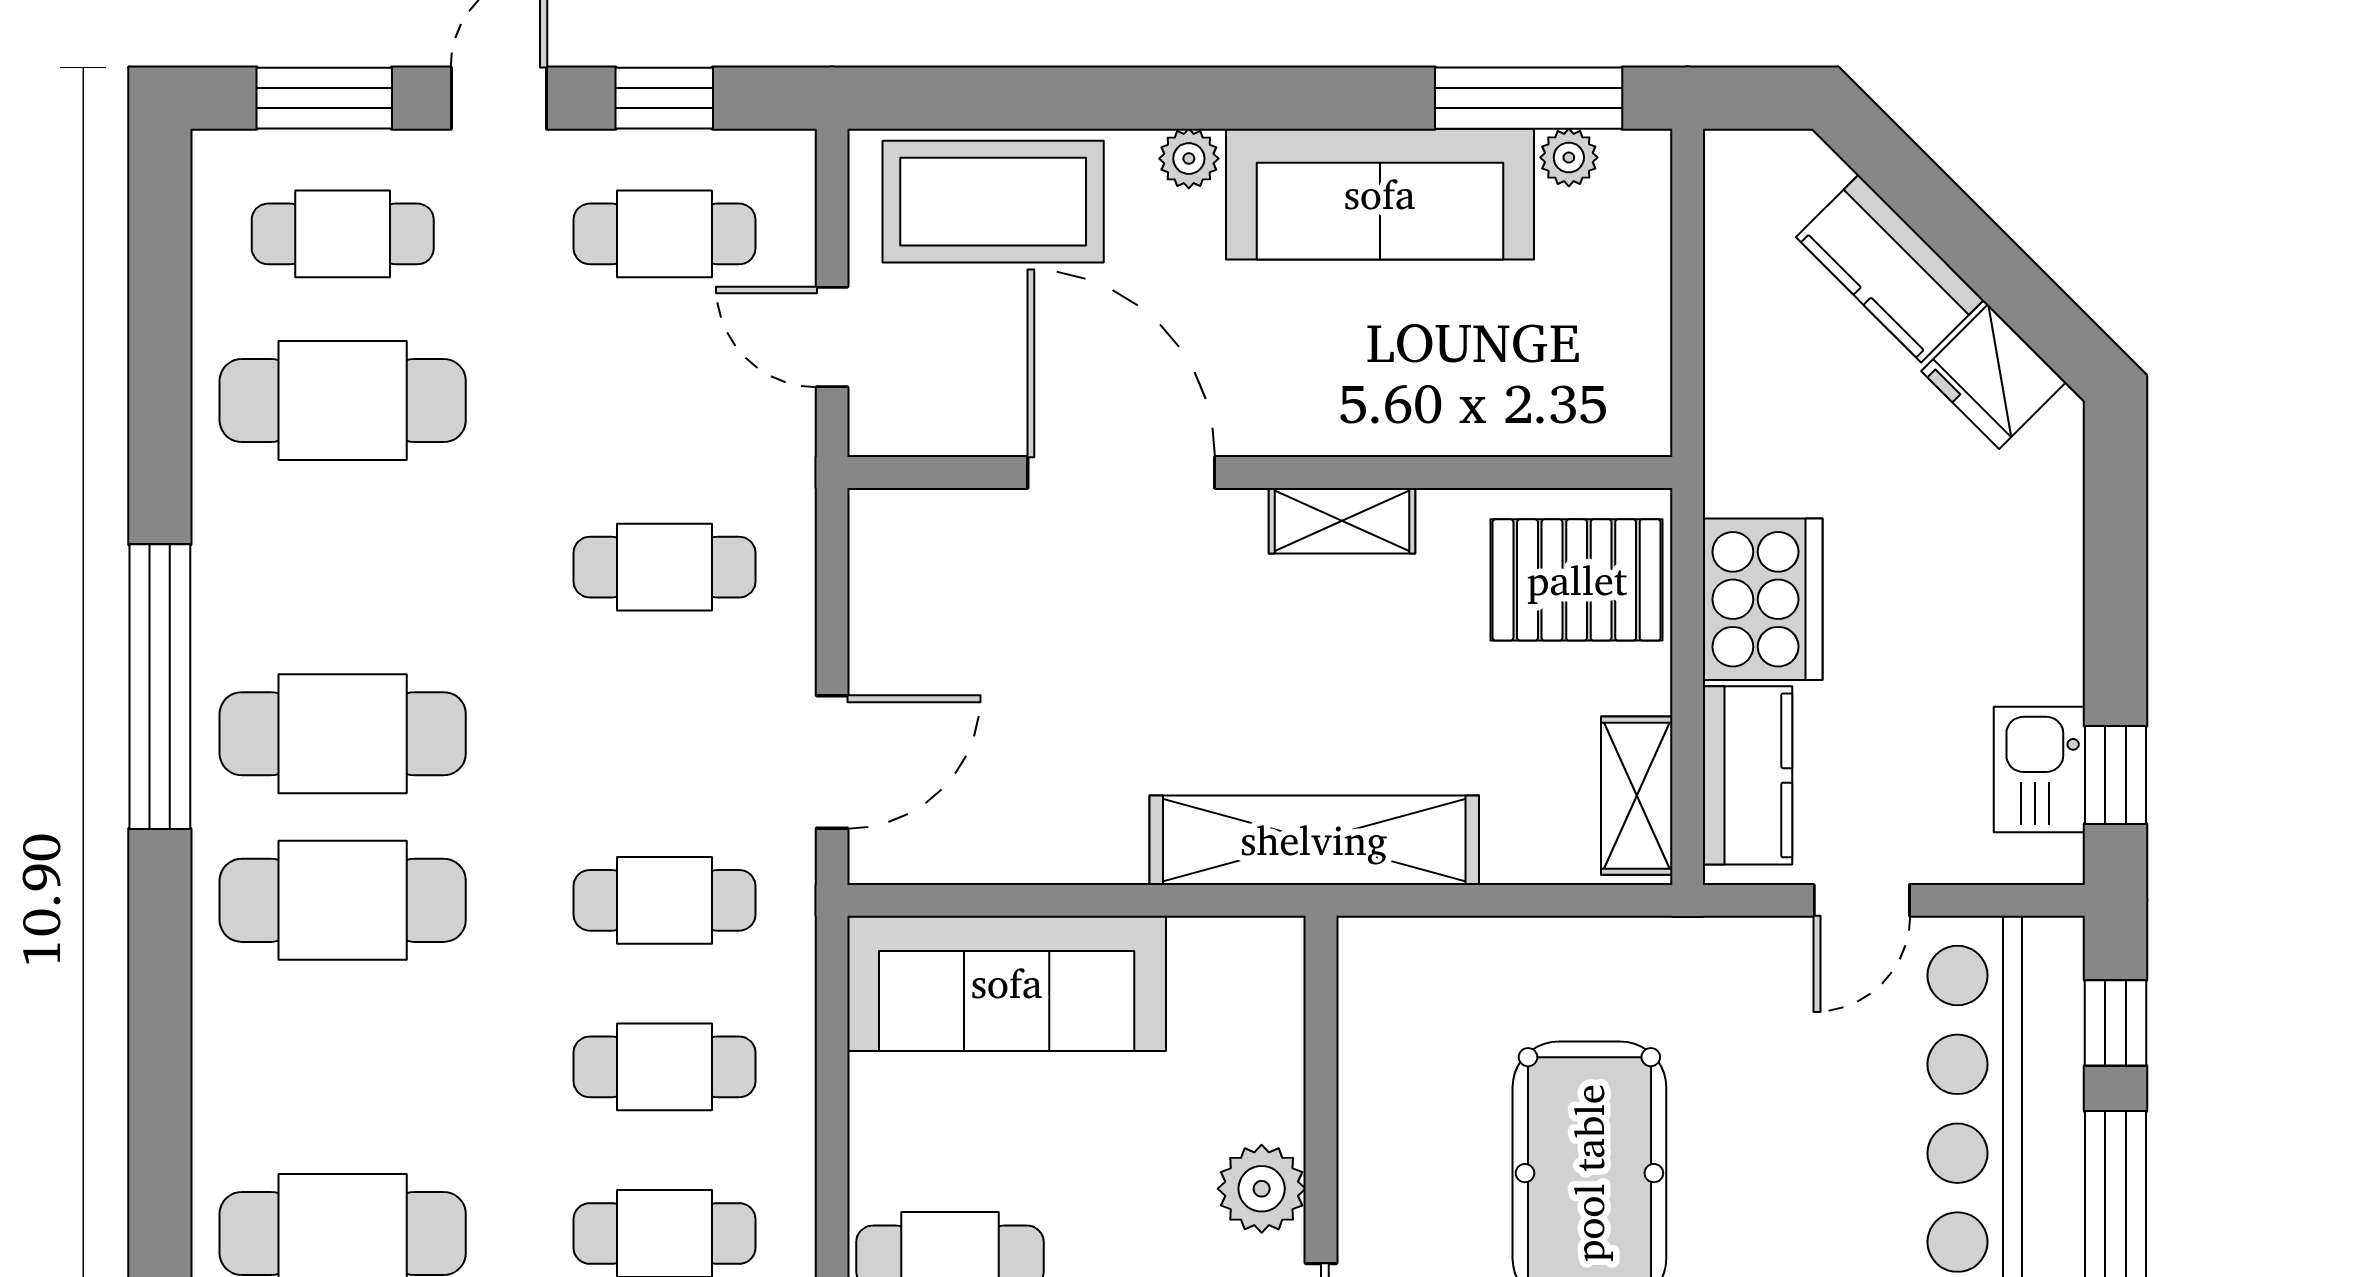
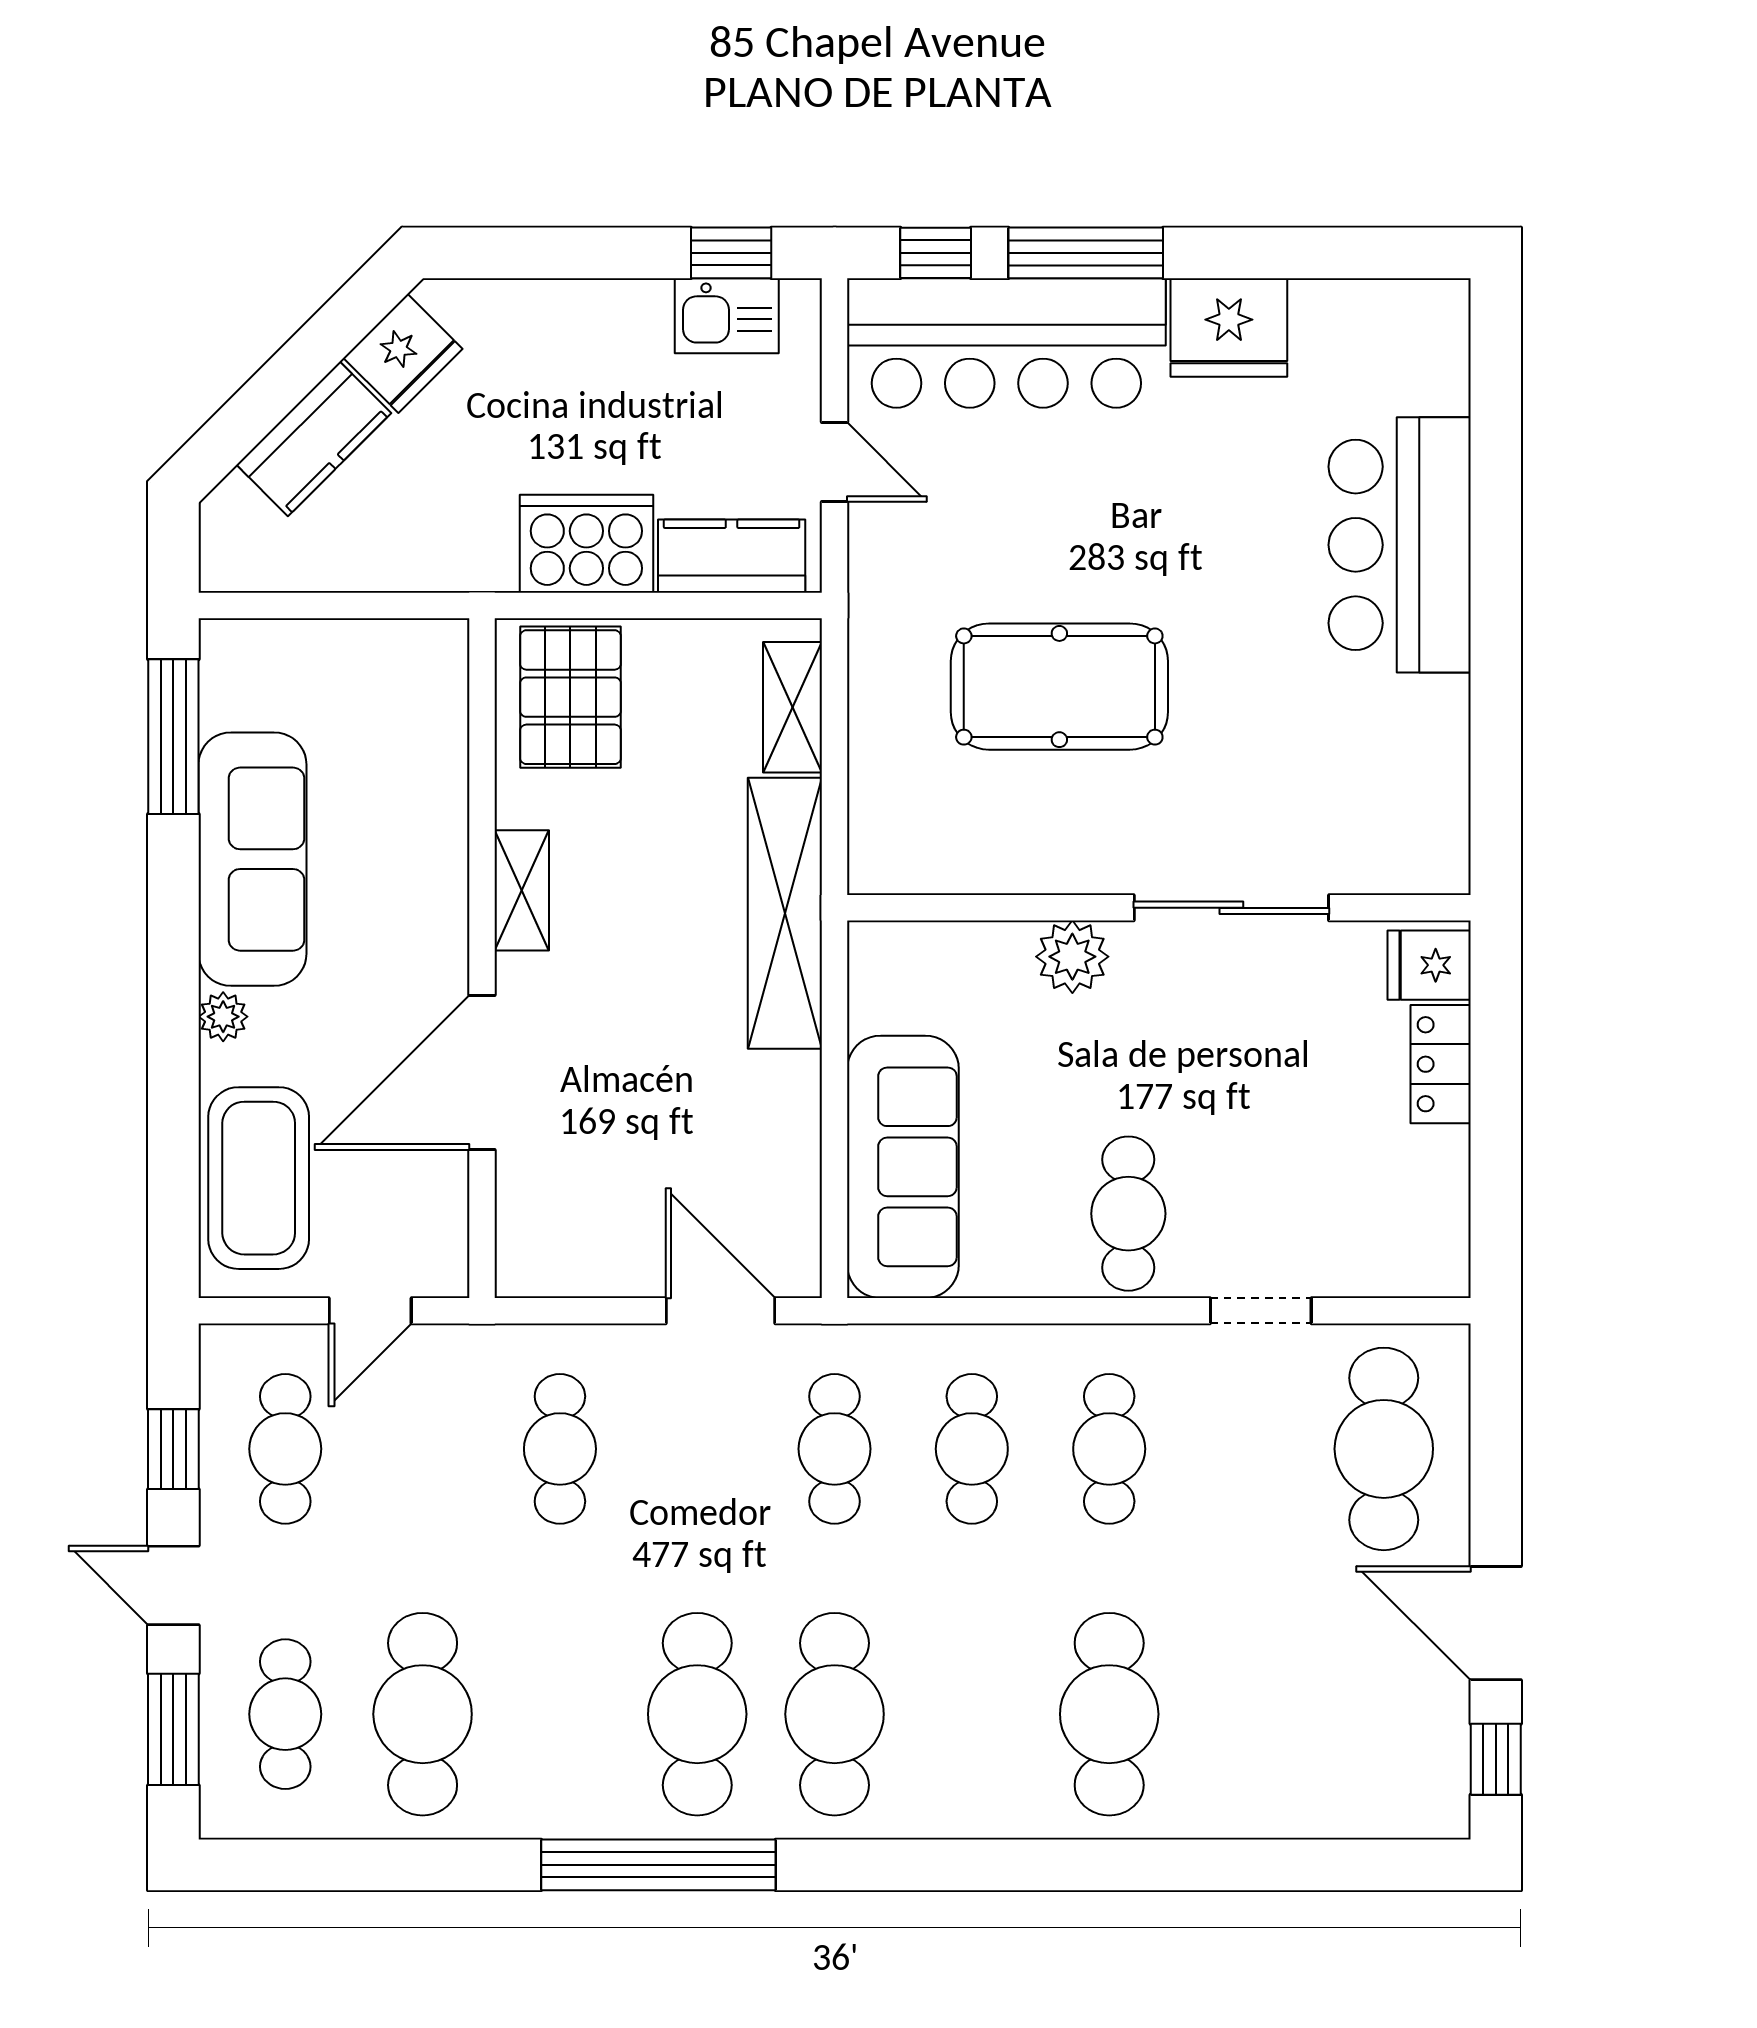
plant: (1569, 157) -> (222, 704), removed
shelving: (1637, 796) -> (793, 707), moved, turned 90

